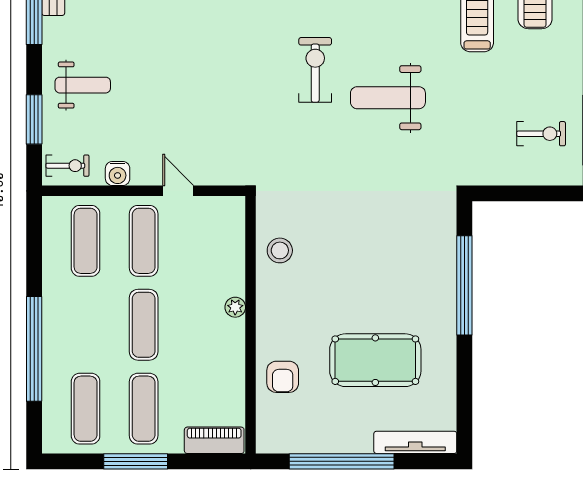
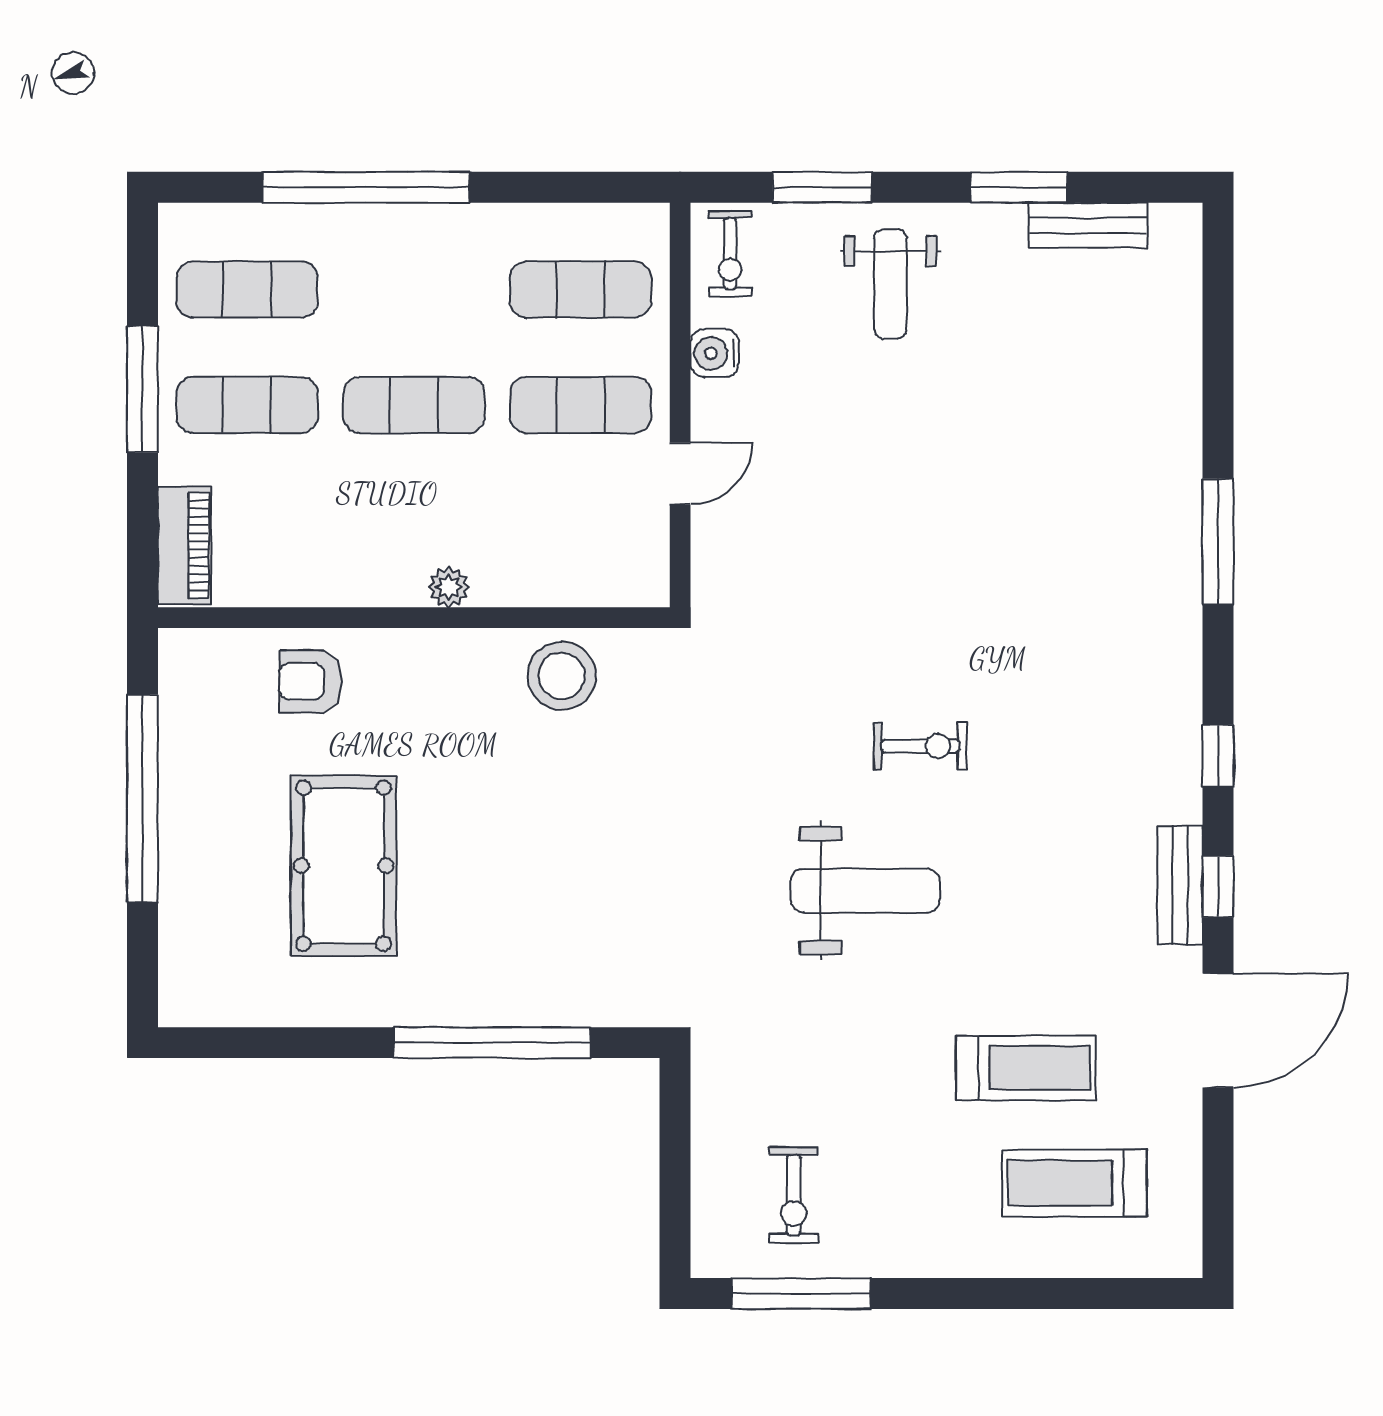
exercise bike: (315, 70) -> (921, 746), width x0.73, depth x0.72
weight bench: (388, 98) -> (865, 891), turned 90
stool: (280, 250) -> (562, 676), width x1.38, depth x1.38
tv unit: (415, 442) -> (180, 945), removed

